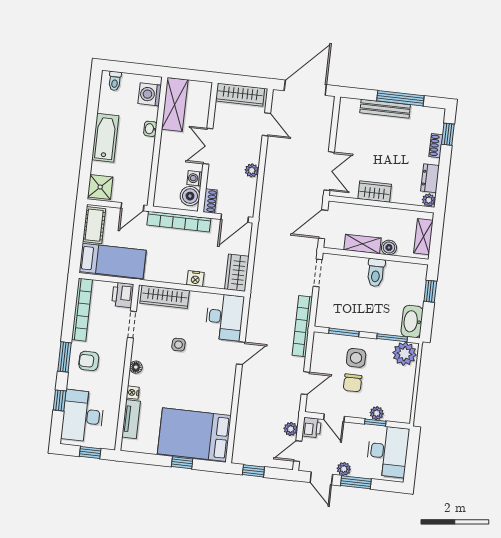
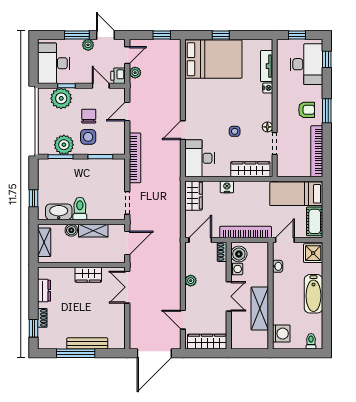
shelving: (175, 104) -> (260, 309), moved
washbasin: (150, 129) -> (278, 266), moved
plant: (429, 200) -> (43, 273), removed
printer: (123, 295) -> (285, 167), removed
washbasin: (412, 321) -> (59, 212), moved, turned -90
plant: (405, 354) -> (64, 145), moved
floor lamp: (136, 367) -> (267, 127), moved
window: (60, 400) -> (327, 59), moved
plant: (377, 413) -> (61, 98), width x1.87, depth x1.87

